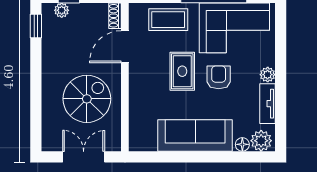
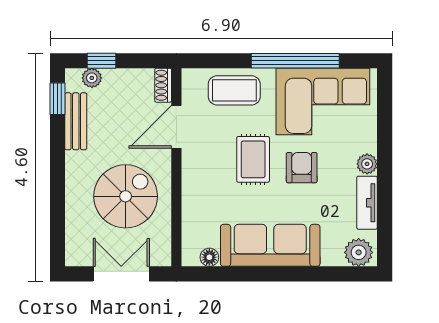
bench: (50, 43) -> (76, 121), added
floor lamp: (242, 144) -> (209, 257), moved

